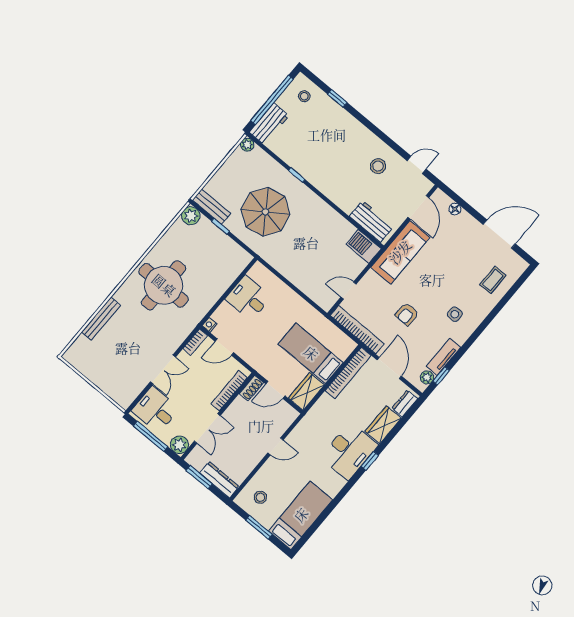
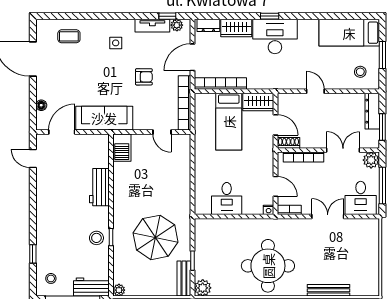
stool: (378, 166) -> (96, 238), moved
workbench: (371, 221) -> (99, 187), moved

